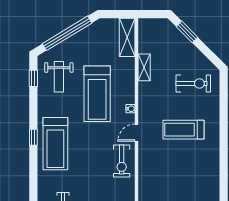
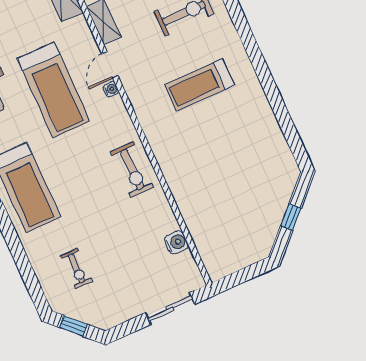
door: (136, 133) -> (110, 65), moved

